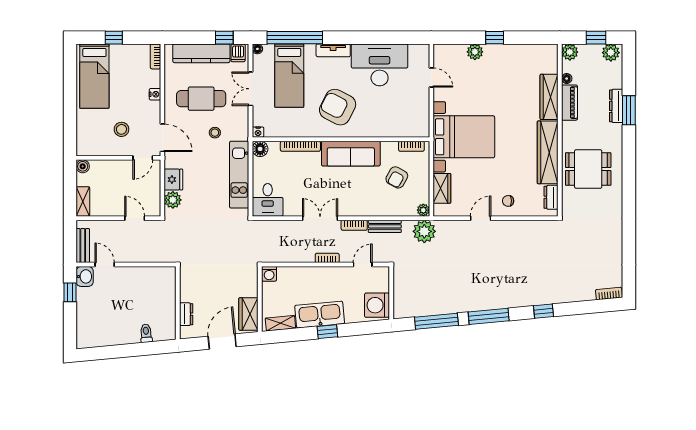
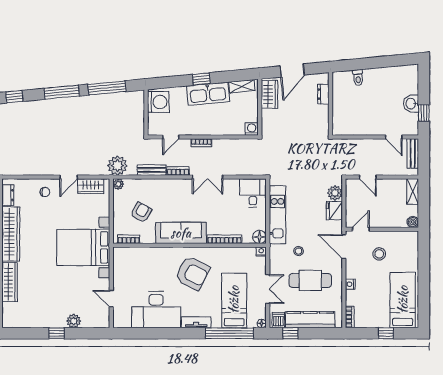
wardrobe: (442, 188) -> (91, 186), moved, turned -90
washbasin: (85, 276) -> (411, 104), moved

